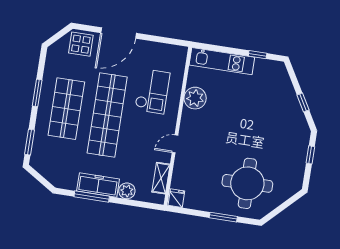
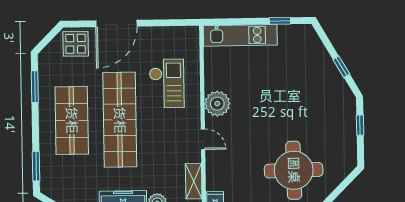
window: (37, 93) -> (35, 87), moved
plant: (195, 98) -> (217, 104), moved
door: (175, 144) -> (203, 139), swing flipped

